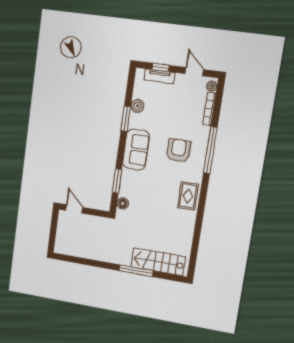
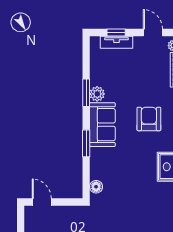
plant: (137, 106) -> (97, 94), moved
window: (117, 181) -> (86, 143), moved

